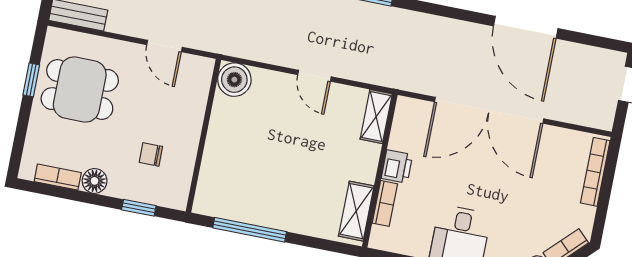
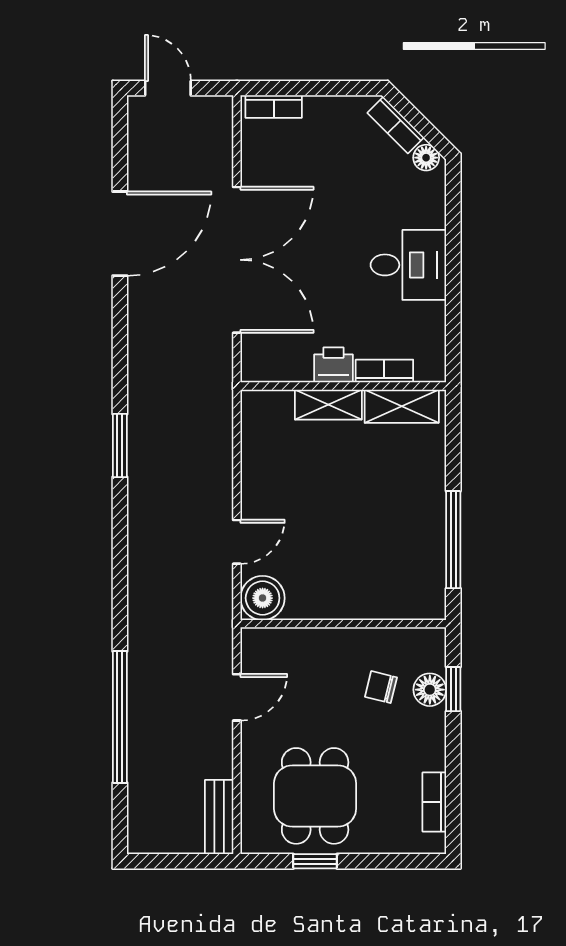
door: (314, 76) -> (237, 542), moved
shelving: (376, 116) -> (328, 405), moved
chair: (151, 154) -> (381, 687), turned 104
bookcase: (595, 172) -> (274, 107), width x0.64
floor lamp: (95, 181) -> (430, 690), moved

